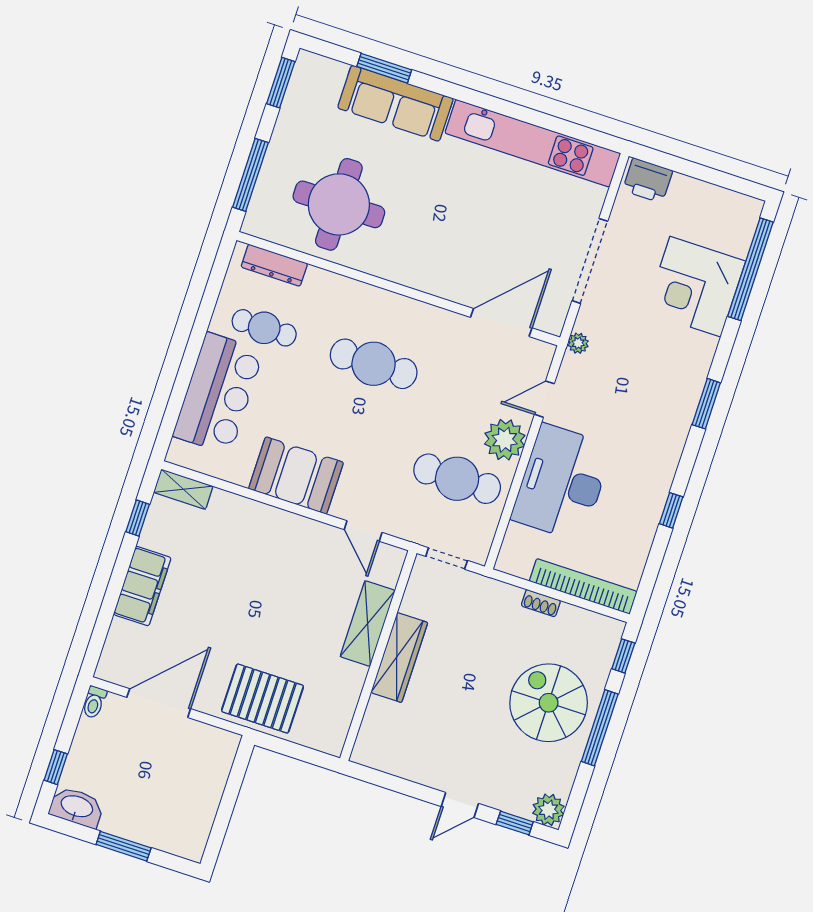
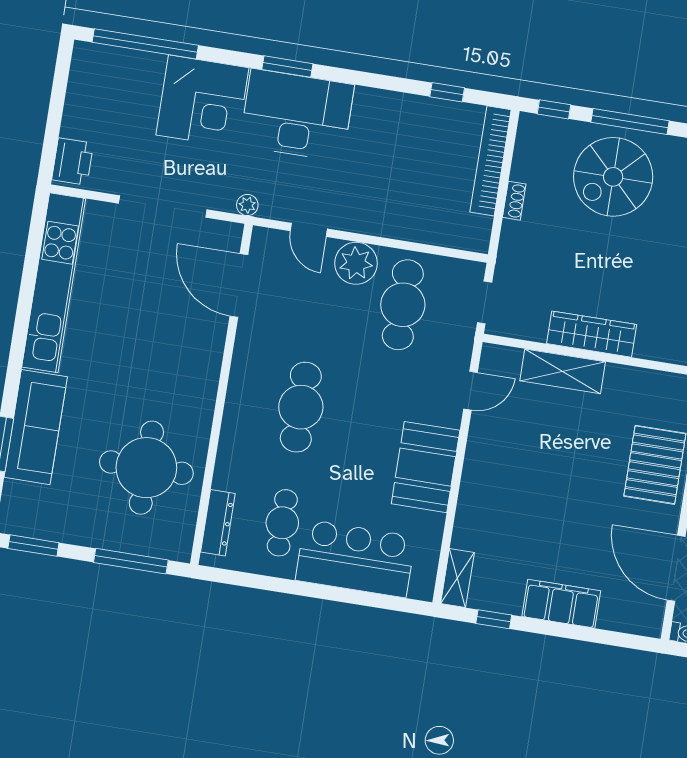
corner desk: (695, 287) -> (202, 101), moved
desk: (562, 482) -> (297, 115), moved, turned 180
window: (671, 510) -> (447, 92), moved

